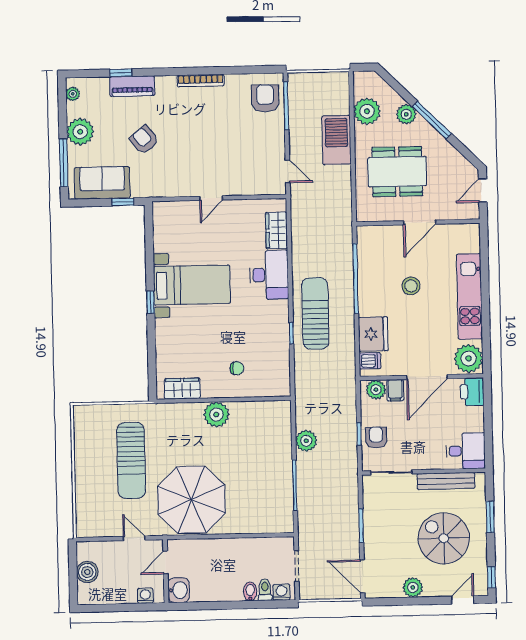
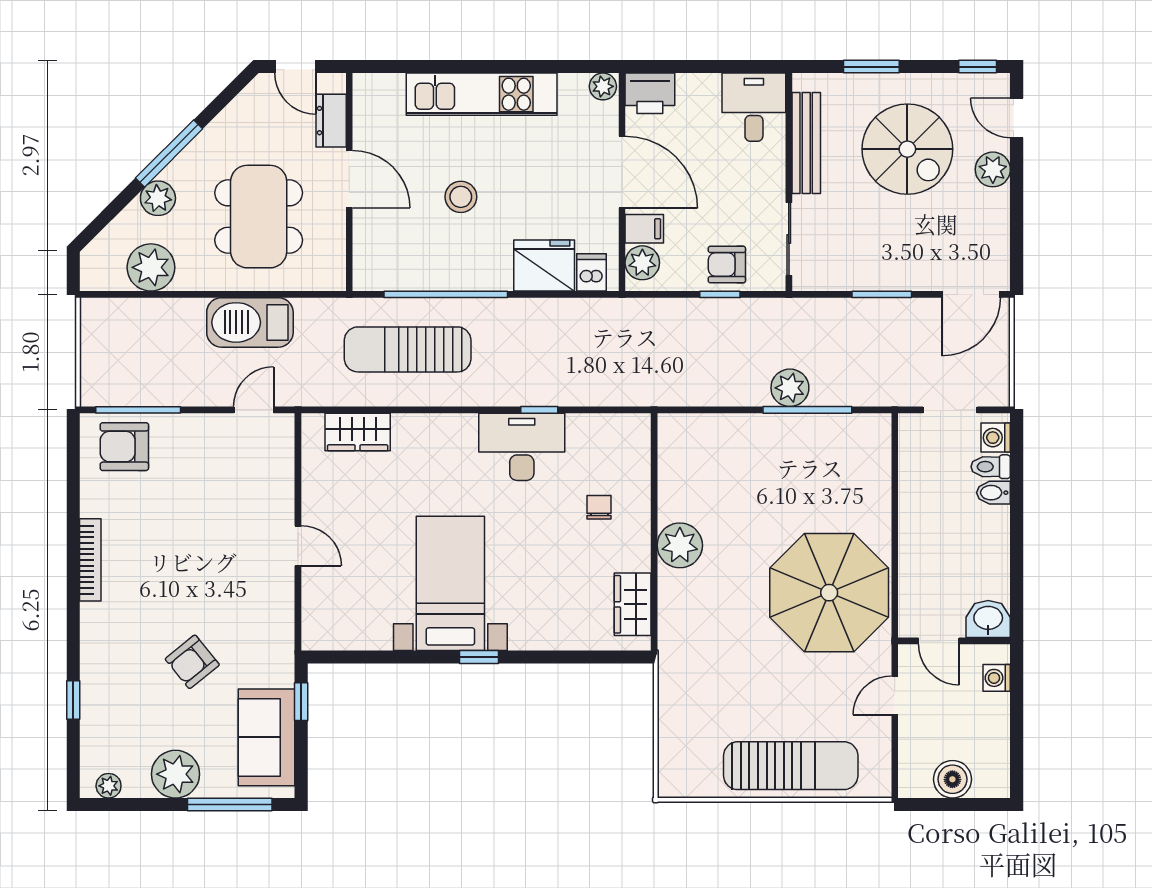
piano: (132, 86) -> (97, 680), removed
barbecue: (336, 140) -> (250, 322), moved
dresser: (453, 211) -> (331, 121), added
desk: (269, 275) -> (522, 447), moved
sun lounger: (315, 313) -> (408, 349), moved
plant: (469, 358) -> (603, 86), width x0.53, depth x0.53
plant: (306, 441) -> (790, 388), moved
sun lounger: (131, 460) -> (791, 766), moved
spiral stairs: (444, 538) -> (907, 149), turned -90
plant: (413, 587) -> (993, 169), moved

